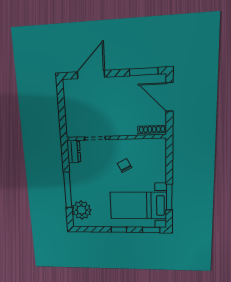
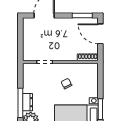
dresser: (74, 152) -> (27, 102), moved

